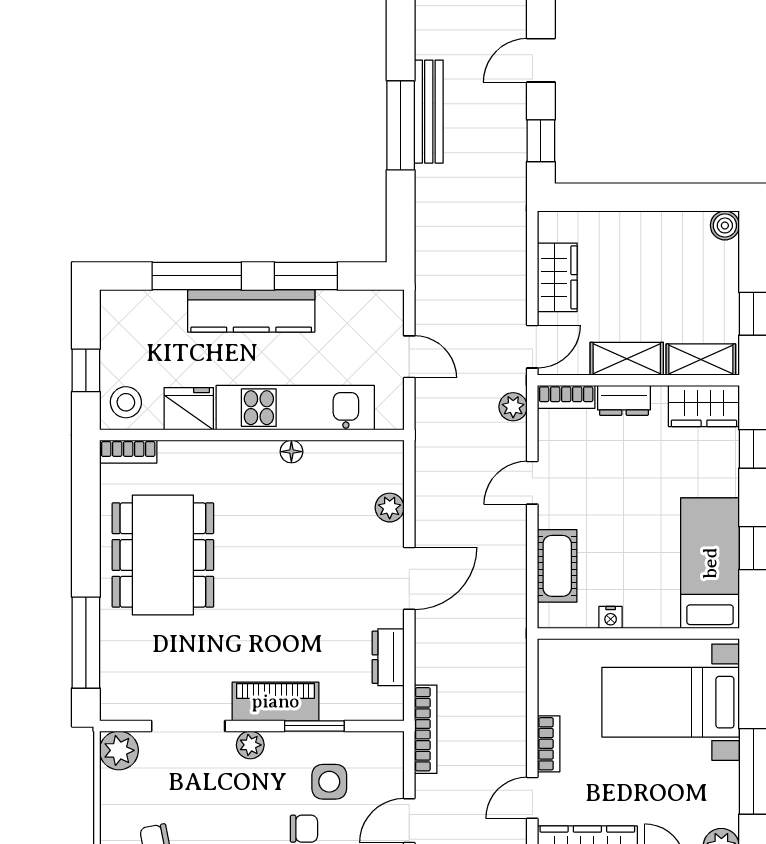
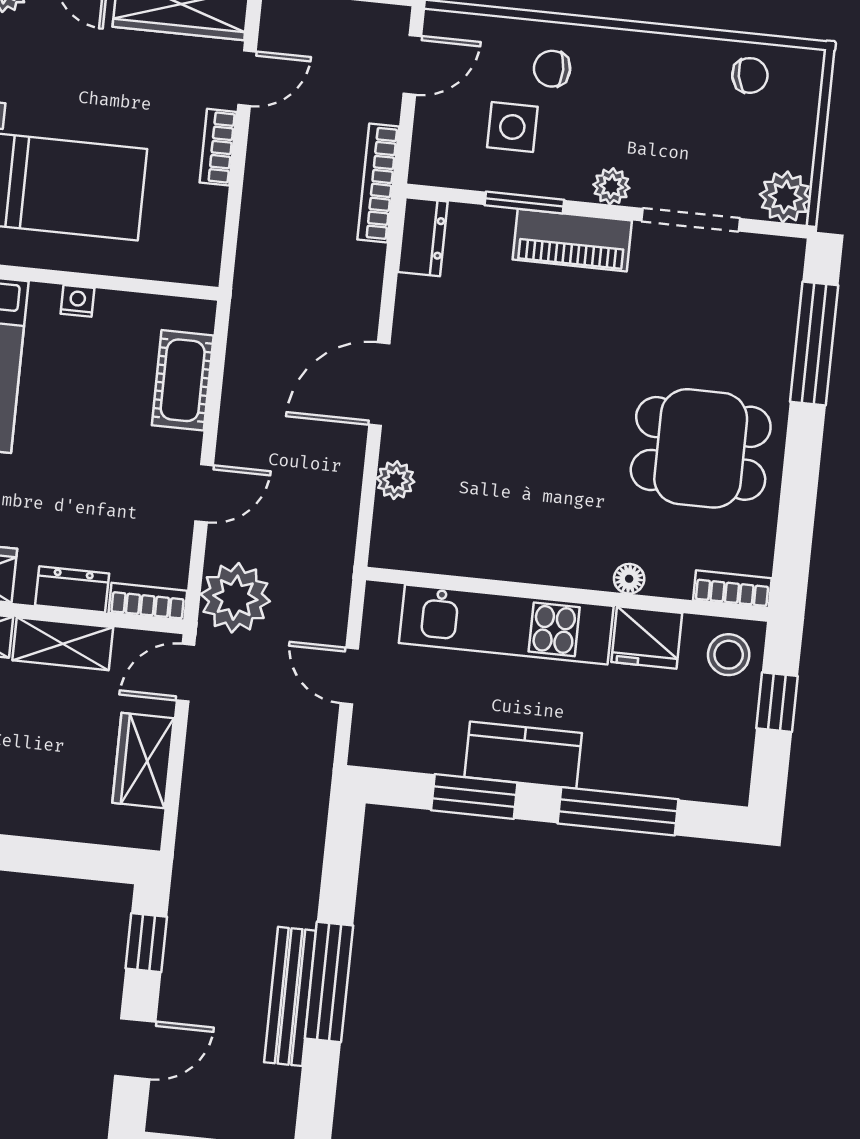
kitchen counter: (251, 311) -> (523, 755), width x0.67
plant: (513, 407) -> (235, 598), width x1.87, depth x1.87
floor lamp: (291, 452) -> (629, 579), moved
dining table: (163, 555) -> (701, 448), width x0.73
nightstand: (611, 617) -> (78, 301), moved
dresser: (388, 657) -> (423, 237), moved

